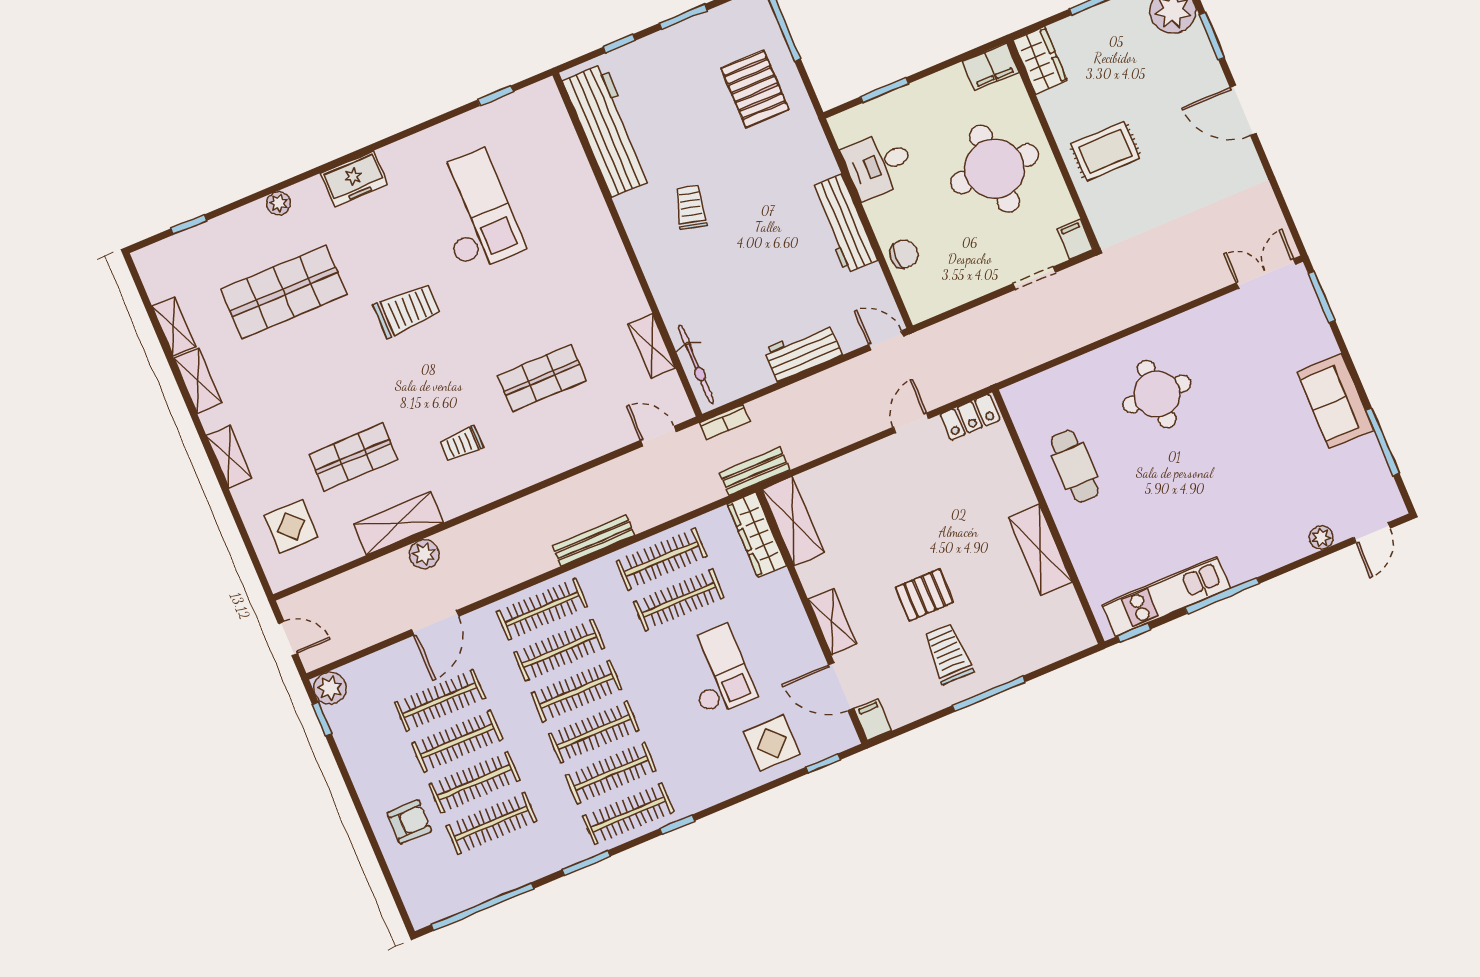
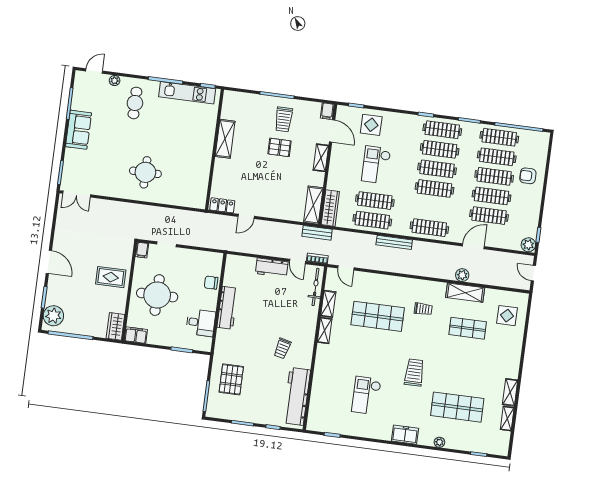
checkout: (474, 211) -> (366, 395), width x0.73, depth x0.83
trolley: (407, 310) -> (414, 372), turned 90
door: (886, 340) -> (297, 261), moved
shop shelf: (542, 378) -> (378, 316), width x1.43, depth x1.36
shelving: (229, 457) -> (325, 330), moved
cafe table: (1075, 466) -> (135, 103), moved
clothes rail: (559, 650) -> (499, 137), moved

